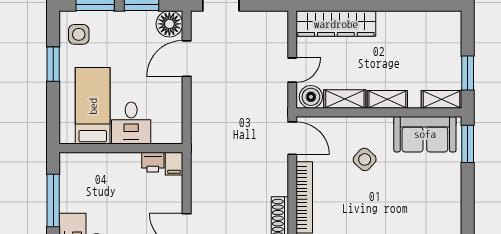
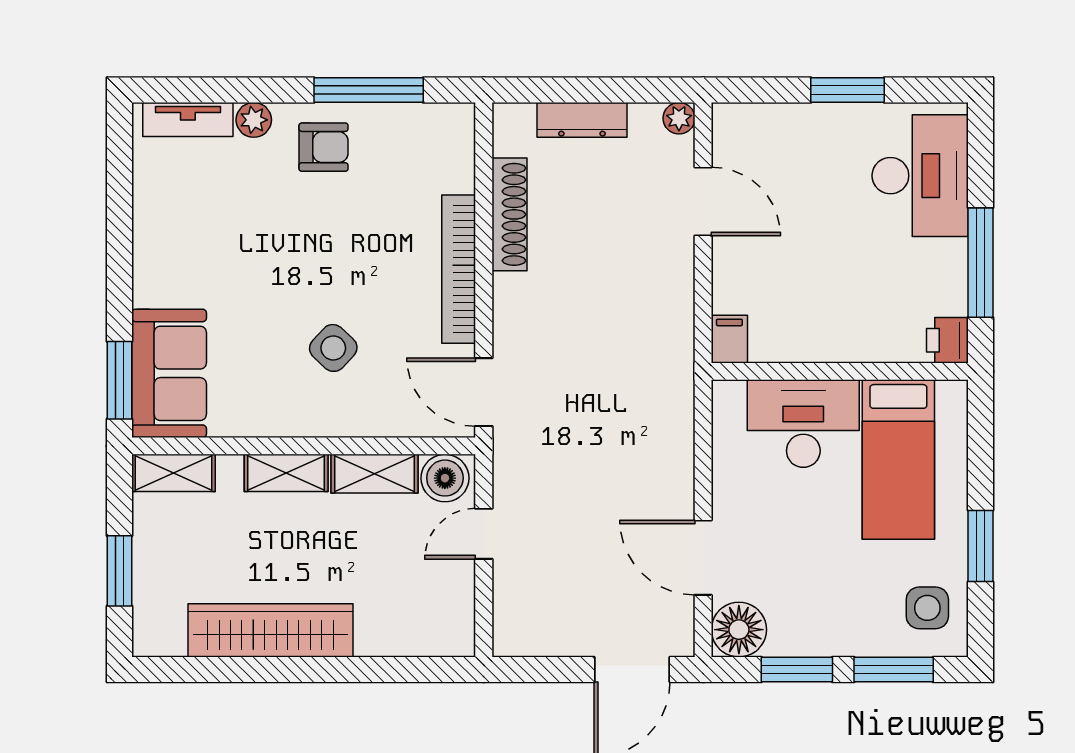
wardrobe: (336, 24) -> (270, 630), moved
door: (187, 59) -> (703, 558), swing flipped
window: (468, 73) -> (119, 571), moved
desk: (131, 123) -> (803, 424), width x1.37
sofa: (425, 134) -> (169, 373), moved, turned 90
printer: (153, 162) -> (947, 340), moved, turned -90

